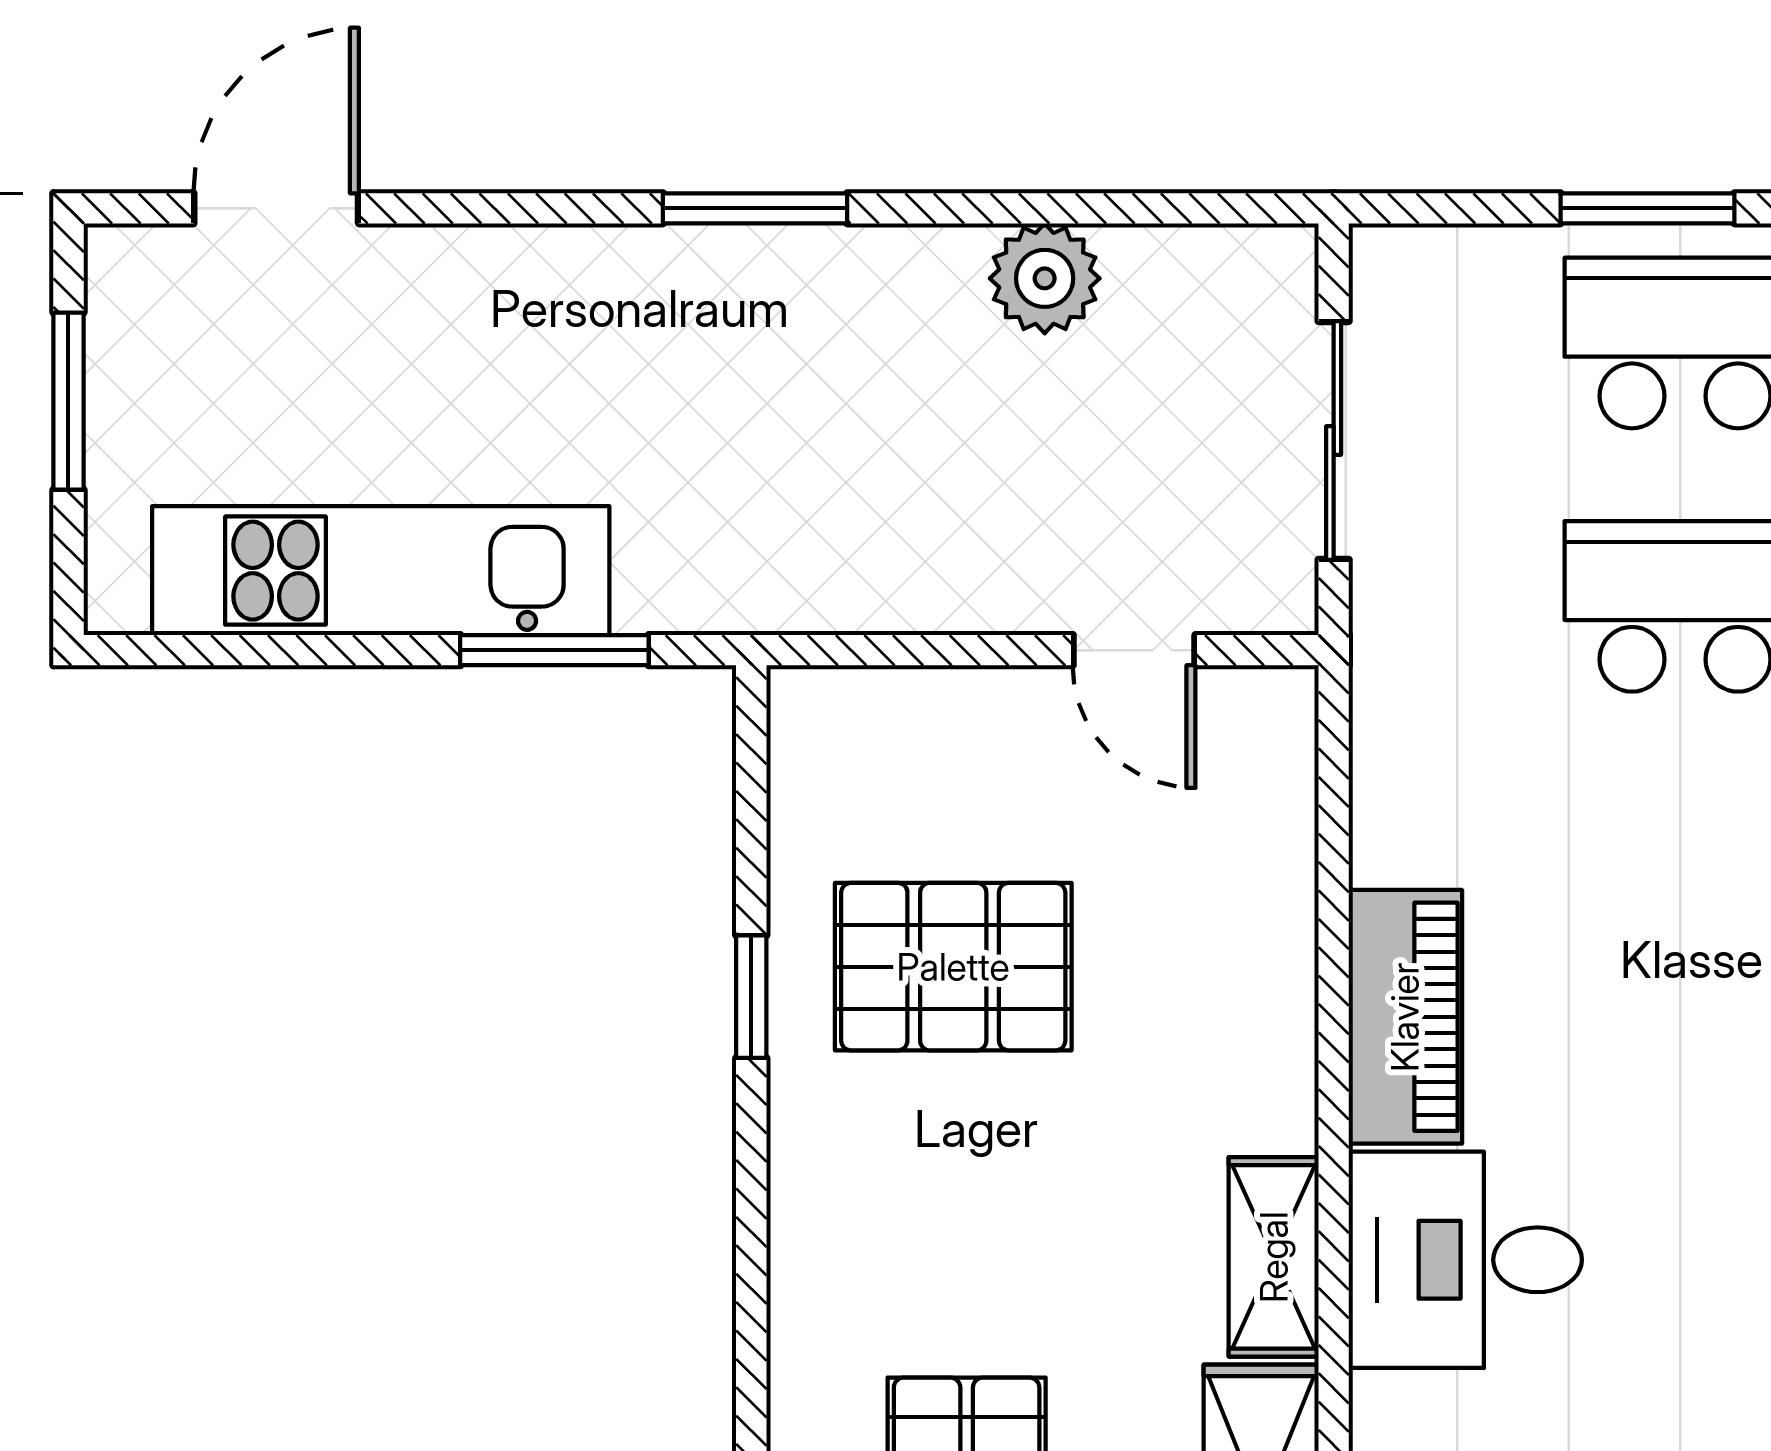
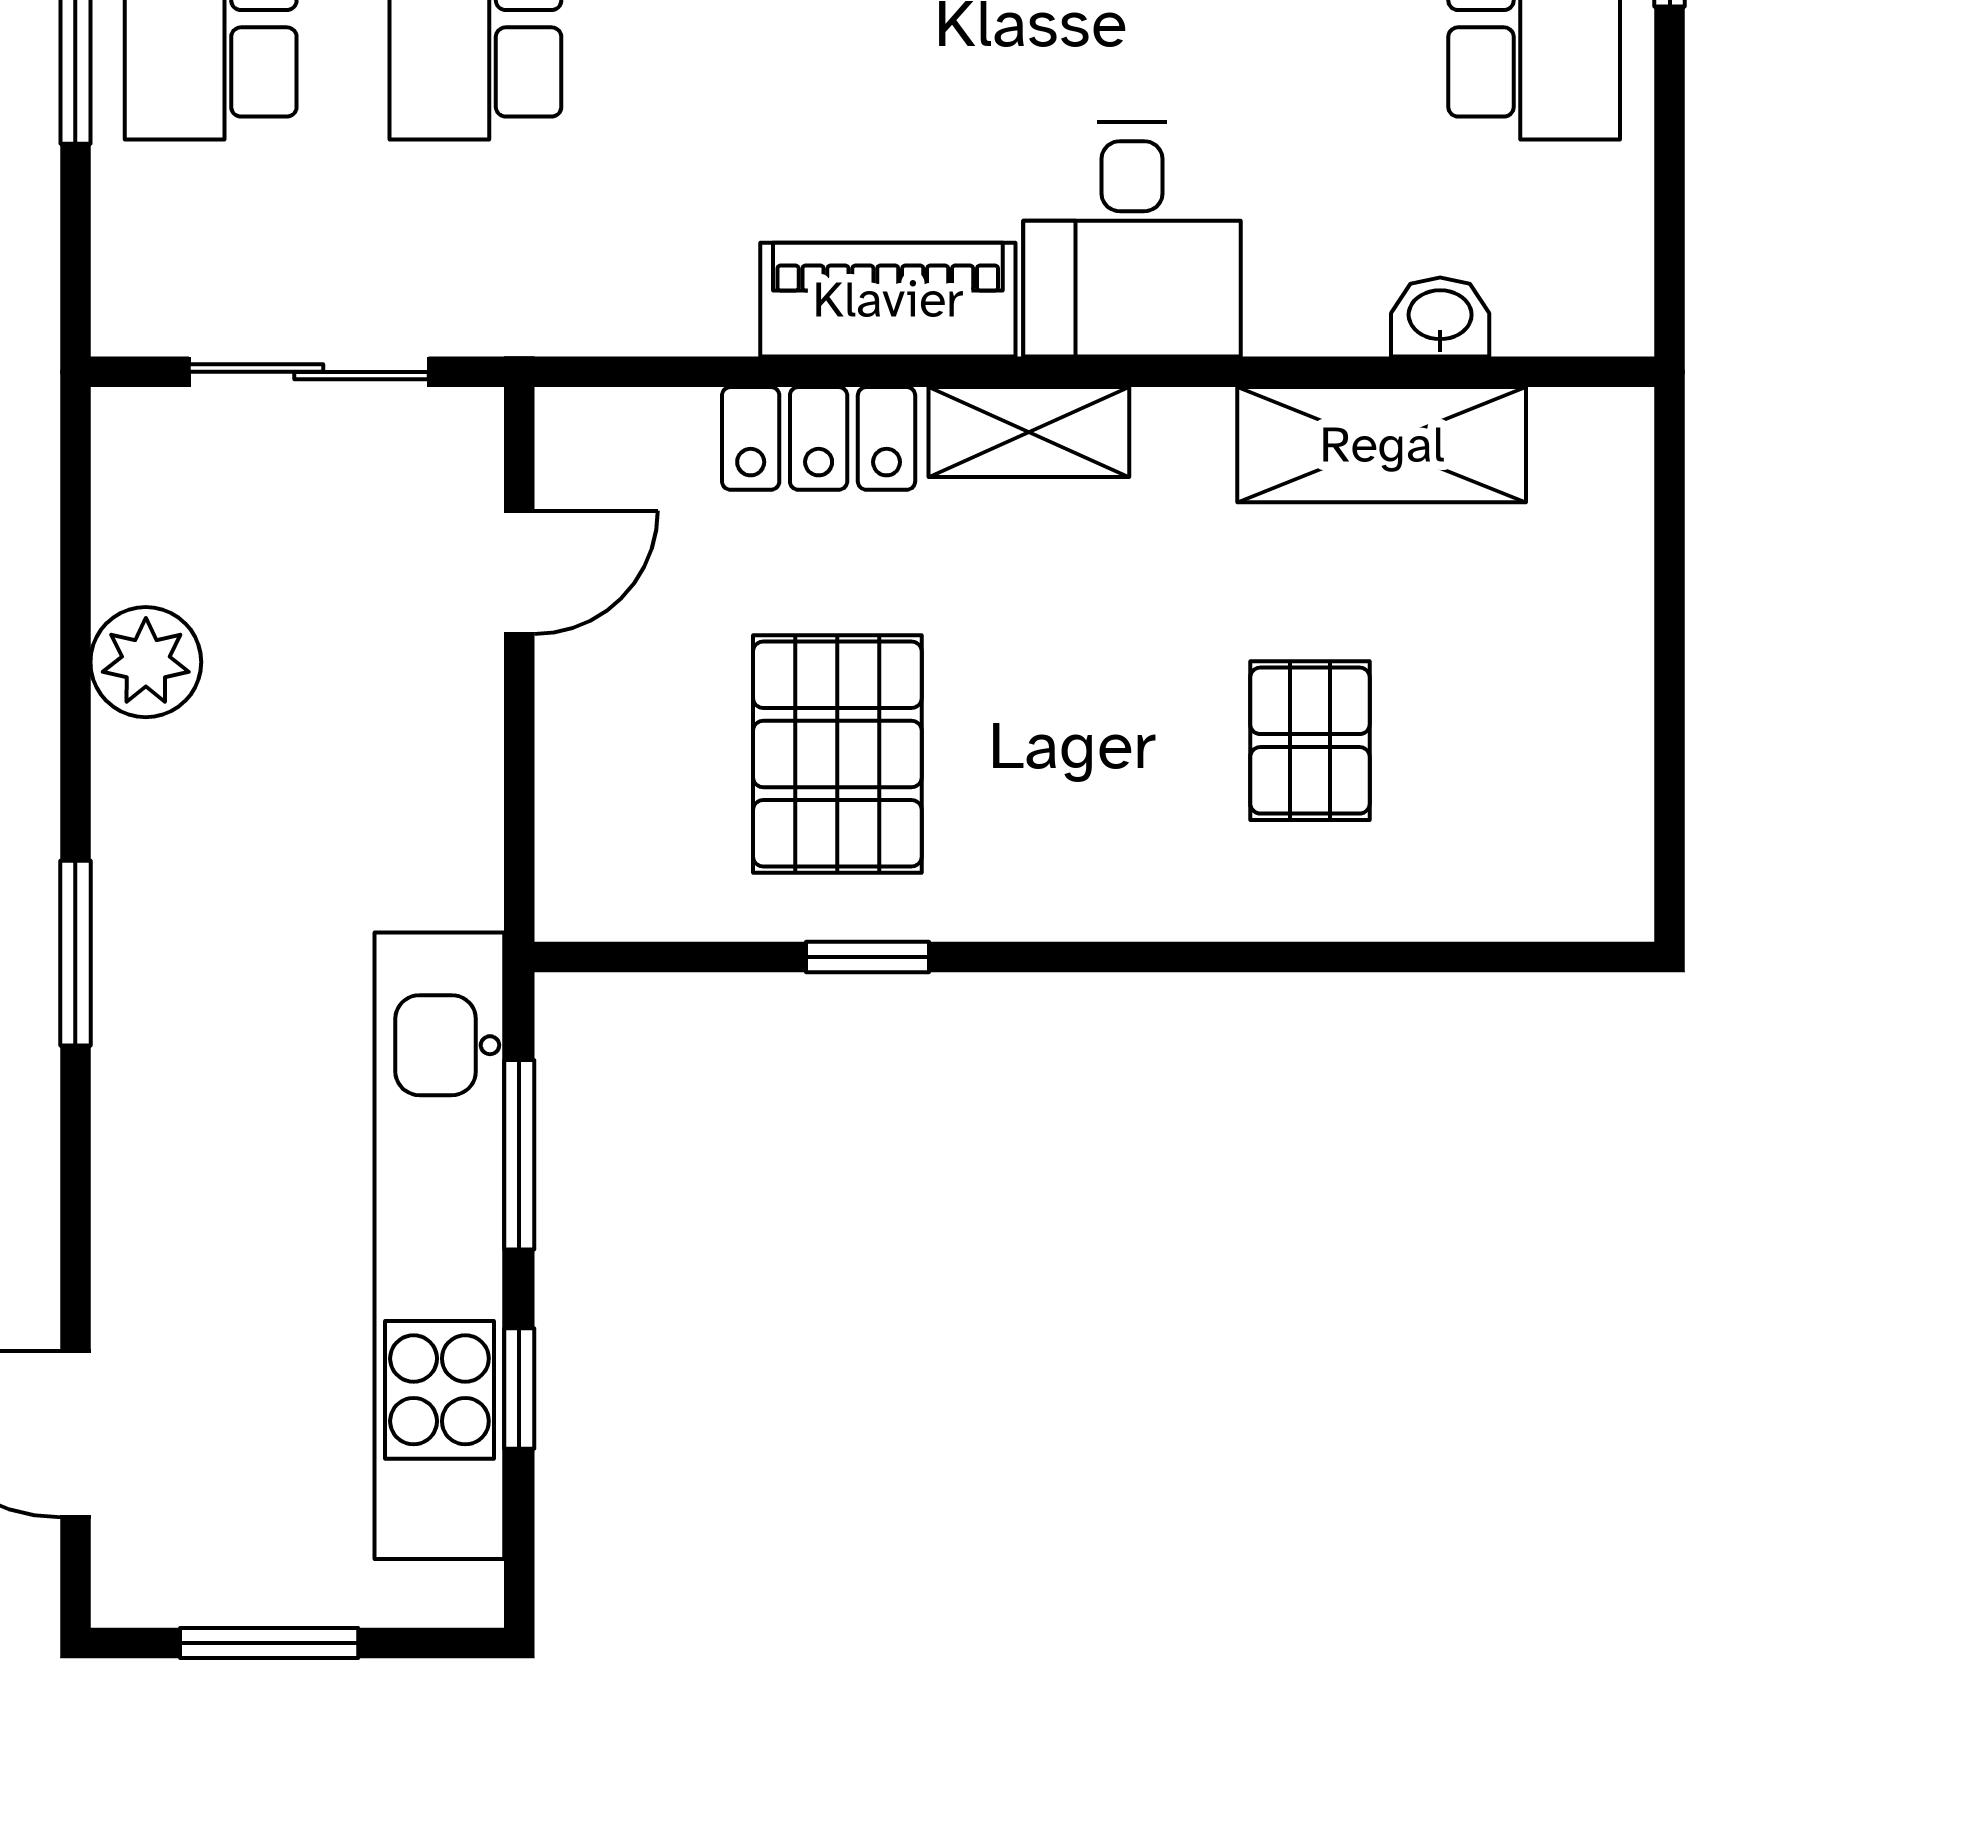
kitchen unit: (381, 571) -> (439, 1246), width x1.36
window: (322, 650) -> (519, 1388), added
locker: (1267, 948) -> (819, 438), added
shelving: (1274, 1257) -> (1029, 432), moved

